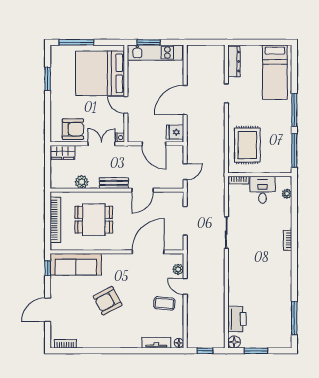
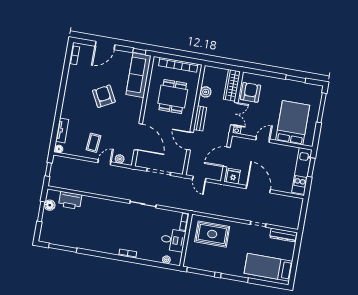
bed: (100, 73) -> (293, 123), width x0.73
armchair: (73, 129) -> (251, 92), turned 180
wardrobe: (62, 152) -> (232, 85), width x1.50
door: (48, 310) -> (105, 45), swing flipped
floor lamp: (234, 342) -> (50, 205), moved

